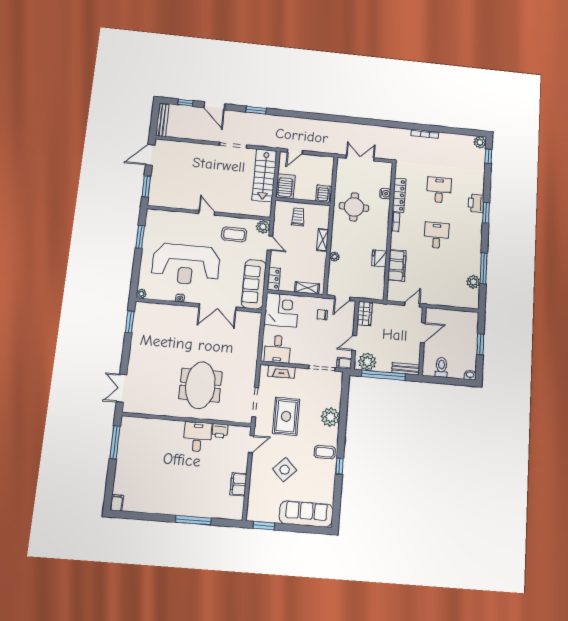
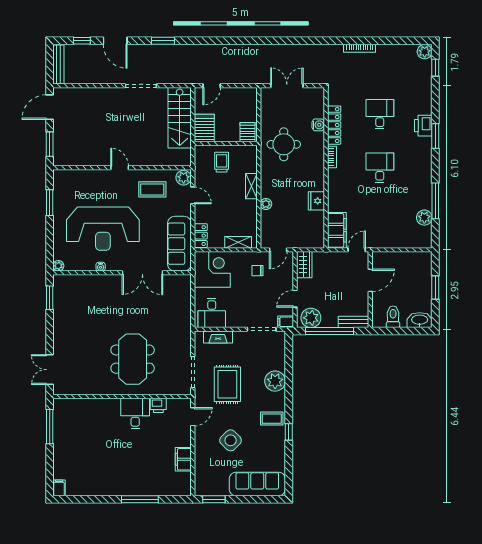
filing cabinet: (397, 265) -> (337, 230), moved
washbasin: (470, 375) -> (420, 320), width x1.91, depth x1.45

